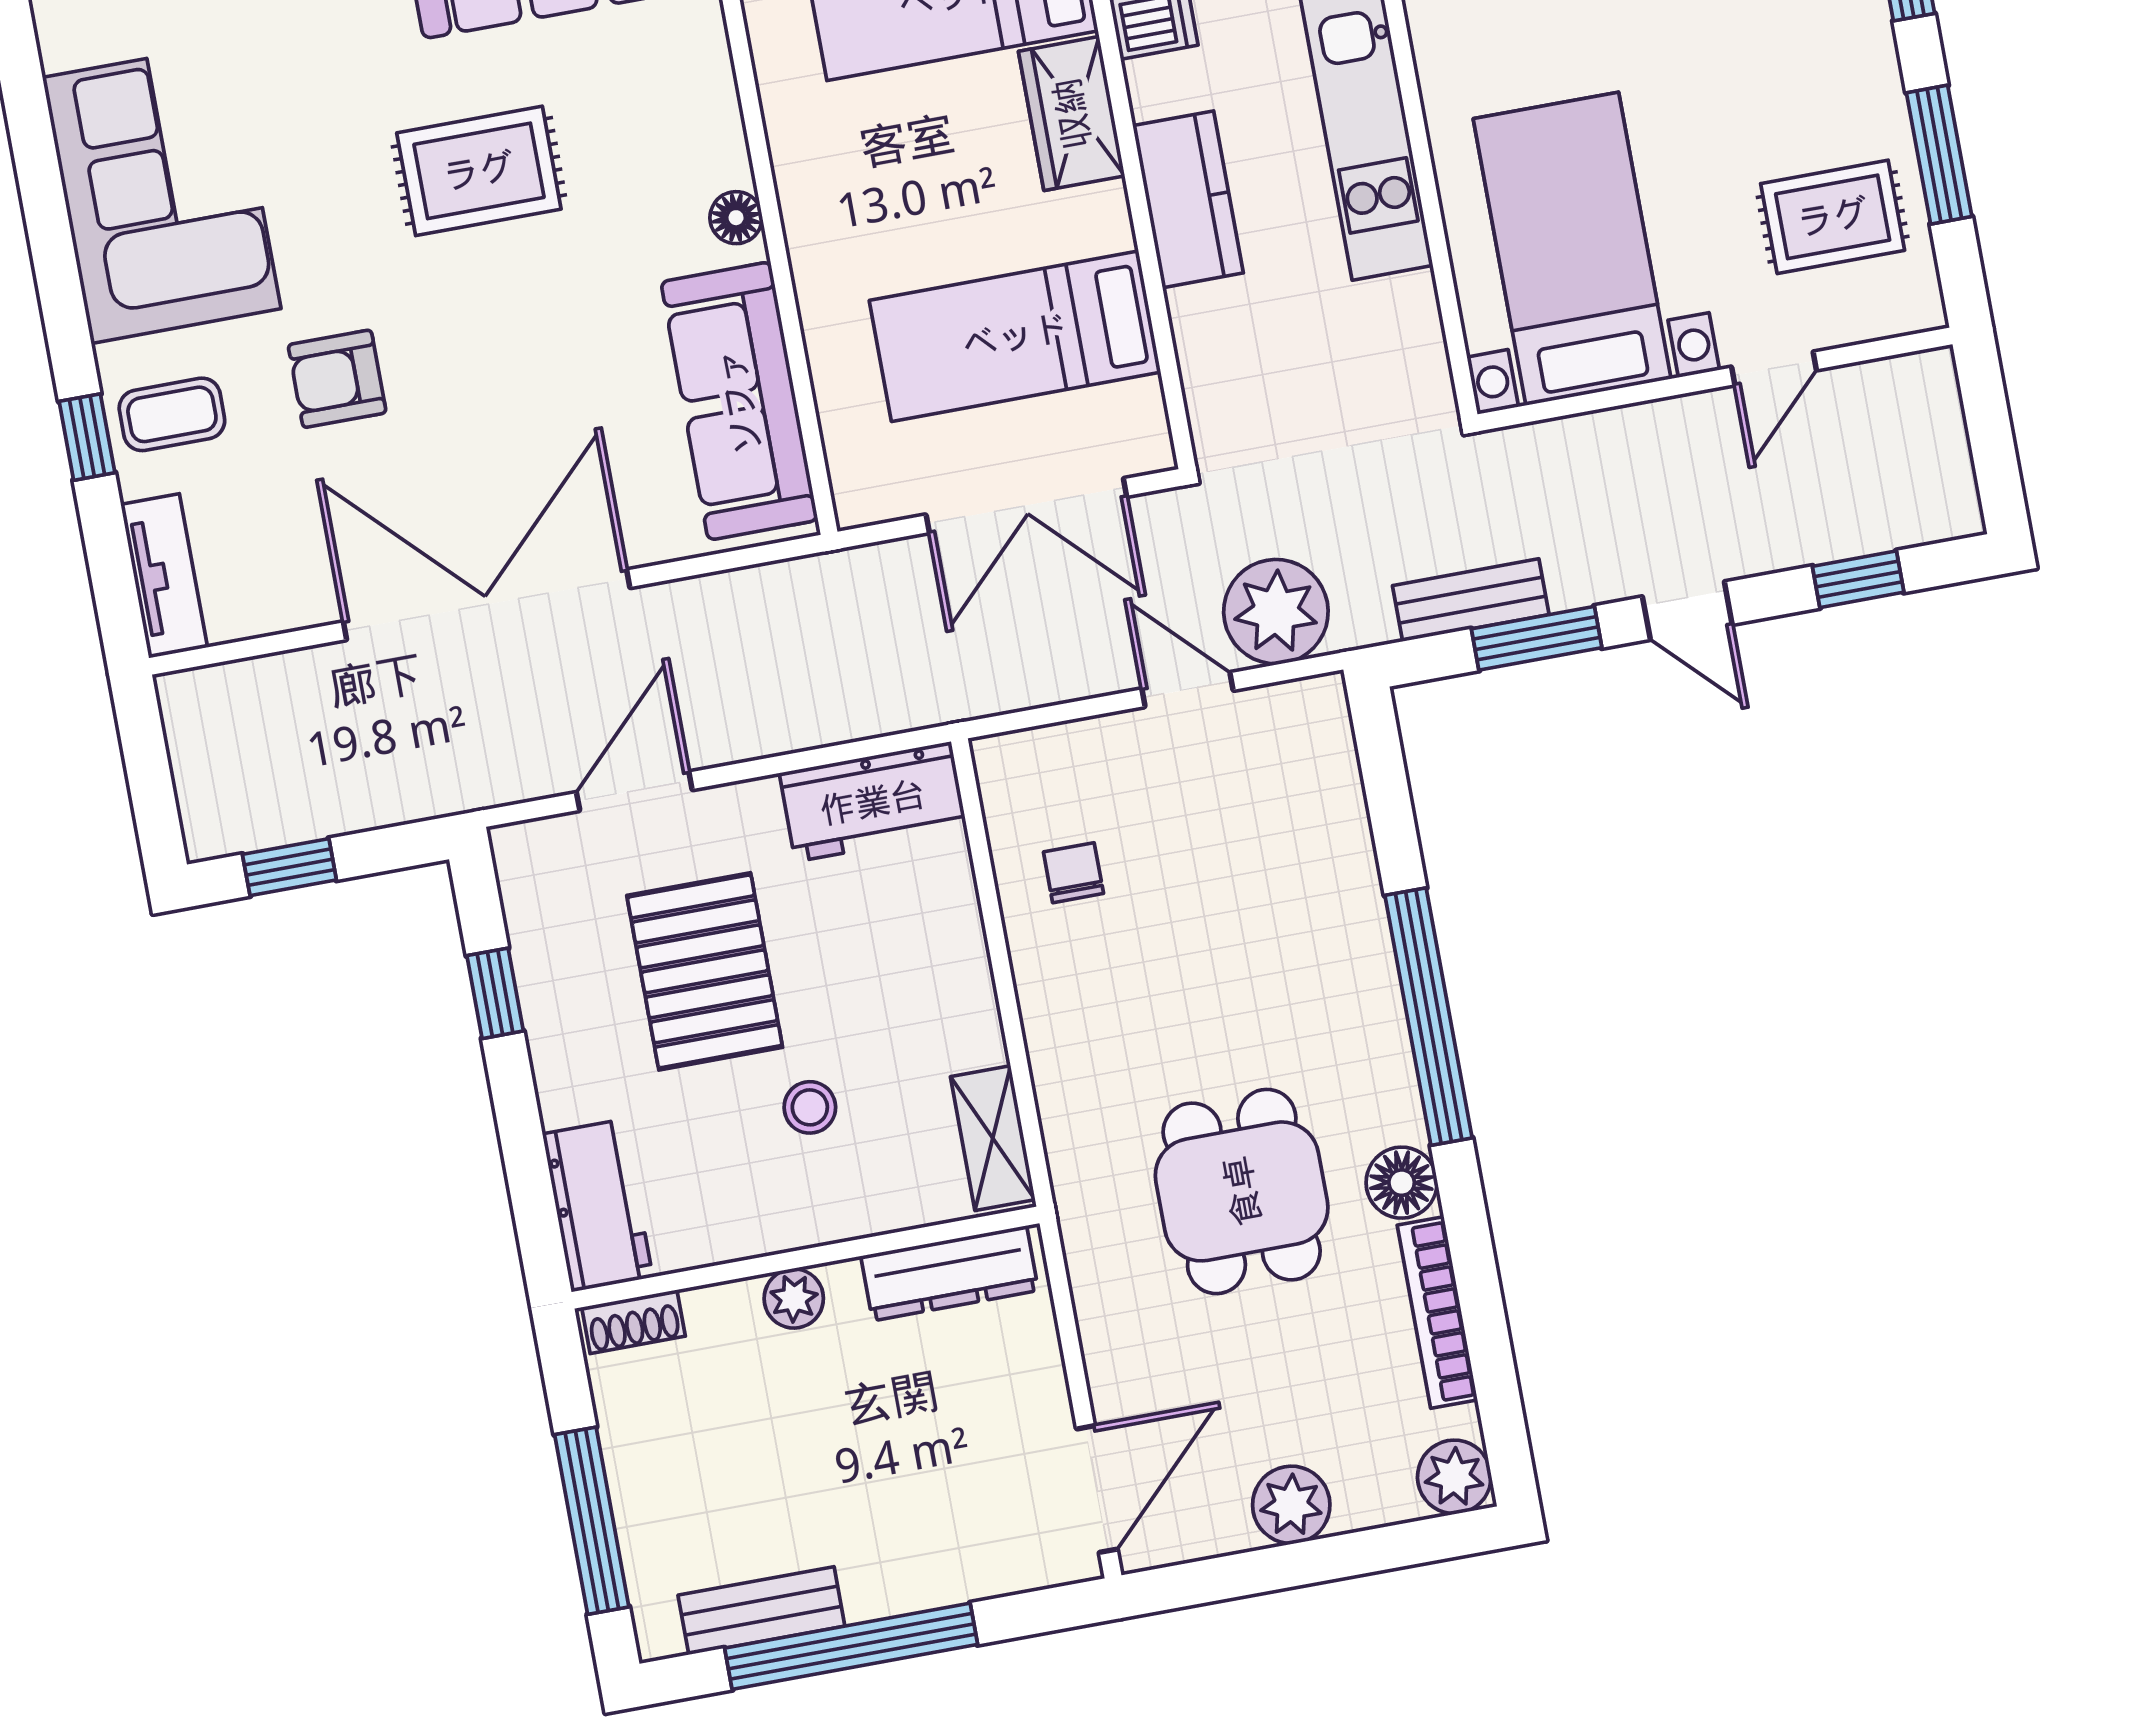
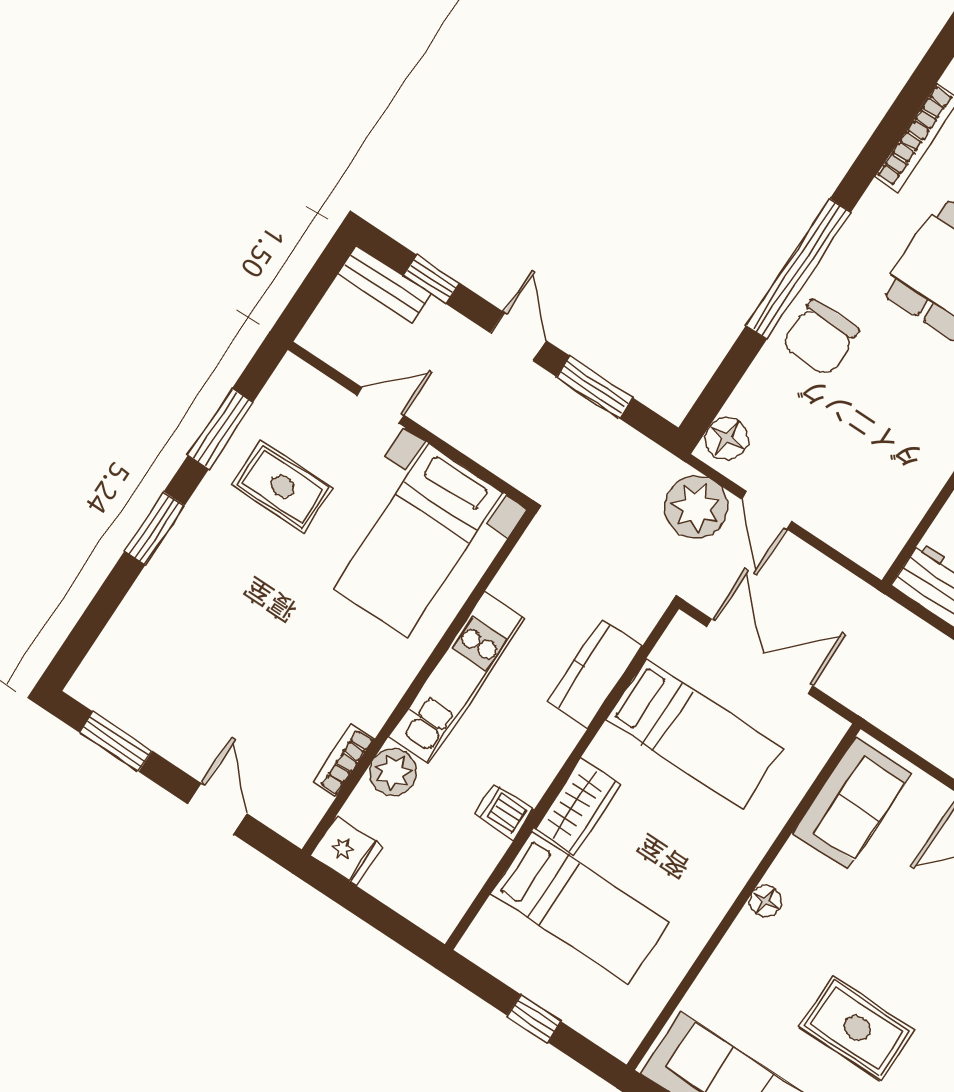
kitchen counter: (1188, 199) -> (595, 673), moved
rug: (1833, 217) -> (282, 486), moved
sofa: (739, 401) -> (852, 803), width x0.73
bench: (1471, 600) -> (385, 284), moved
chair: (1073, 873) -> (820, 338), moved, width x1.87, depth x1.87
floor lamp: (1402, 1183) -> (727, 438), moved

